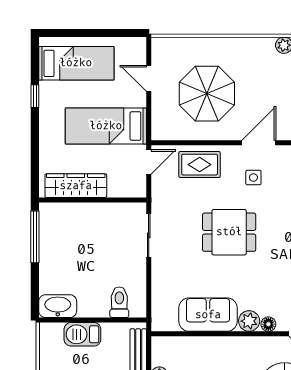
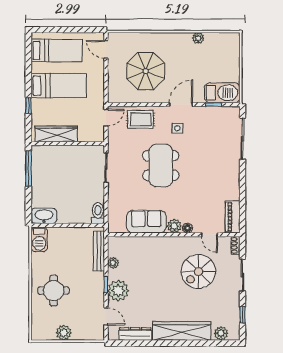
door: (149, 78) -> (106, 49), moved
window: (35, 96) -> (28, 105), moved
bed: (106, 126) -> (59, 86), moved, turned 180
dining table: (229, 232) -> (161, 165), width x1.37
toilet: (119, 302) -> (98, 213), moved
barbecue: (82, 334) -> (39, 239), moved, turned -90

